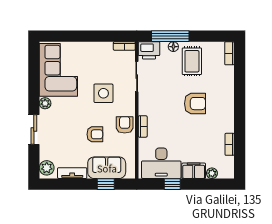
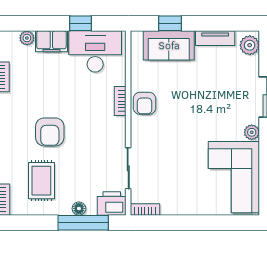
rug: (192, 61) -> (41, 181), moved
side table: (103, 93) -> (173, 146), removed
armchair: (195, 104) -> (50, 132), turned -90
armchair: (95, 134) -> (185, 90), removed

